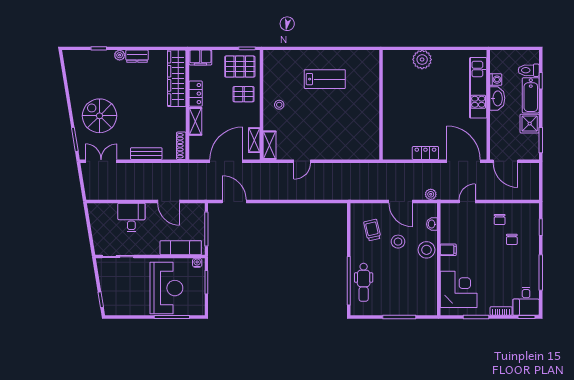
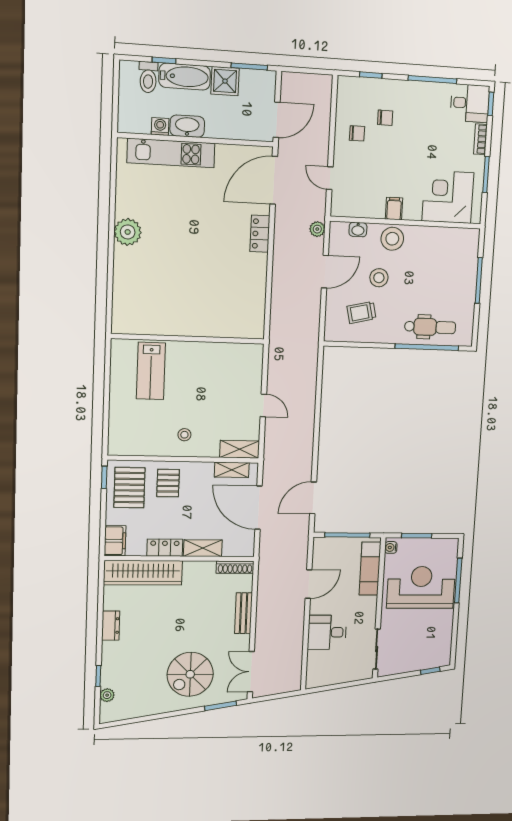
plant: (120, 55) -> (107, 695), moved
lab bench: (325, 79) -> (151, 371), turned 180
wall: (381, 105) -> (188, 339), moved

